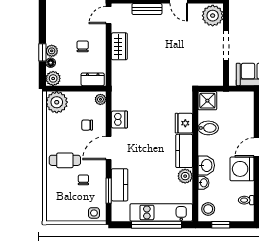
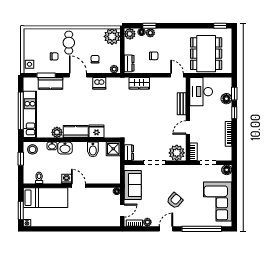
wardrobe: (119, 46) -> (139, 83), moved
dresser: (212, 80) -> (129, 153), added
washing machine: (242, 169) -> (67, 179), width x0.53, depth x0.53

